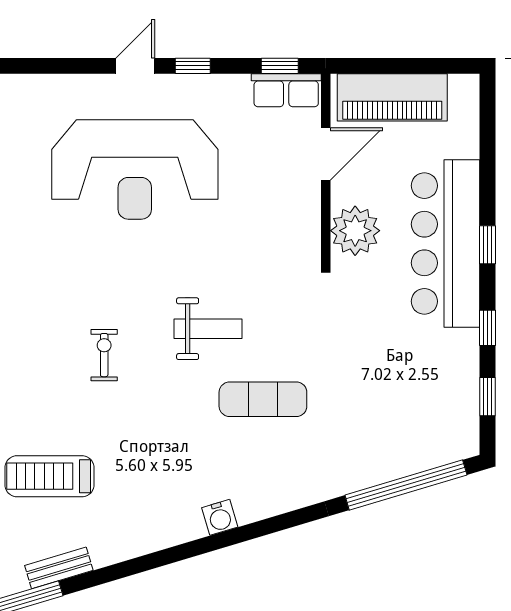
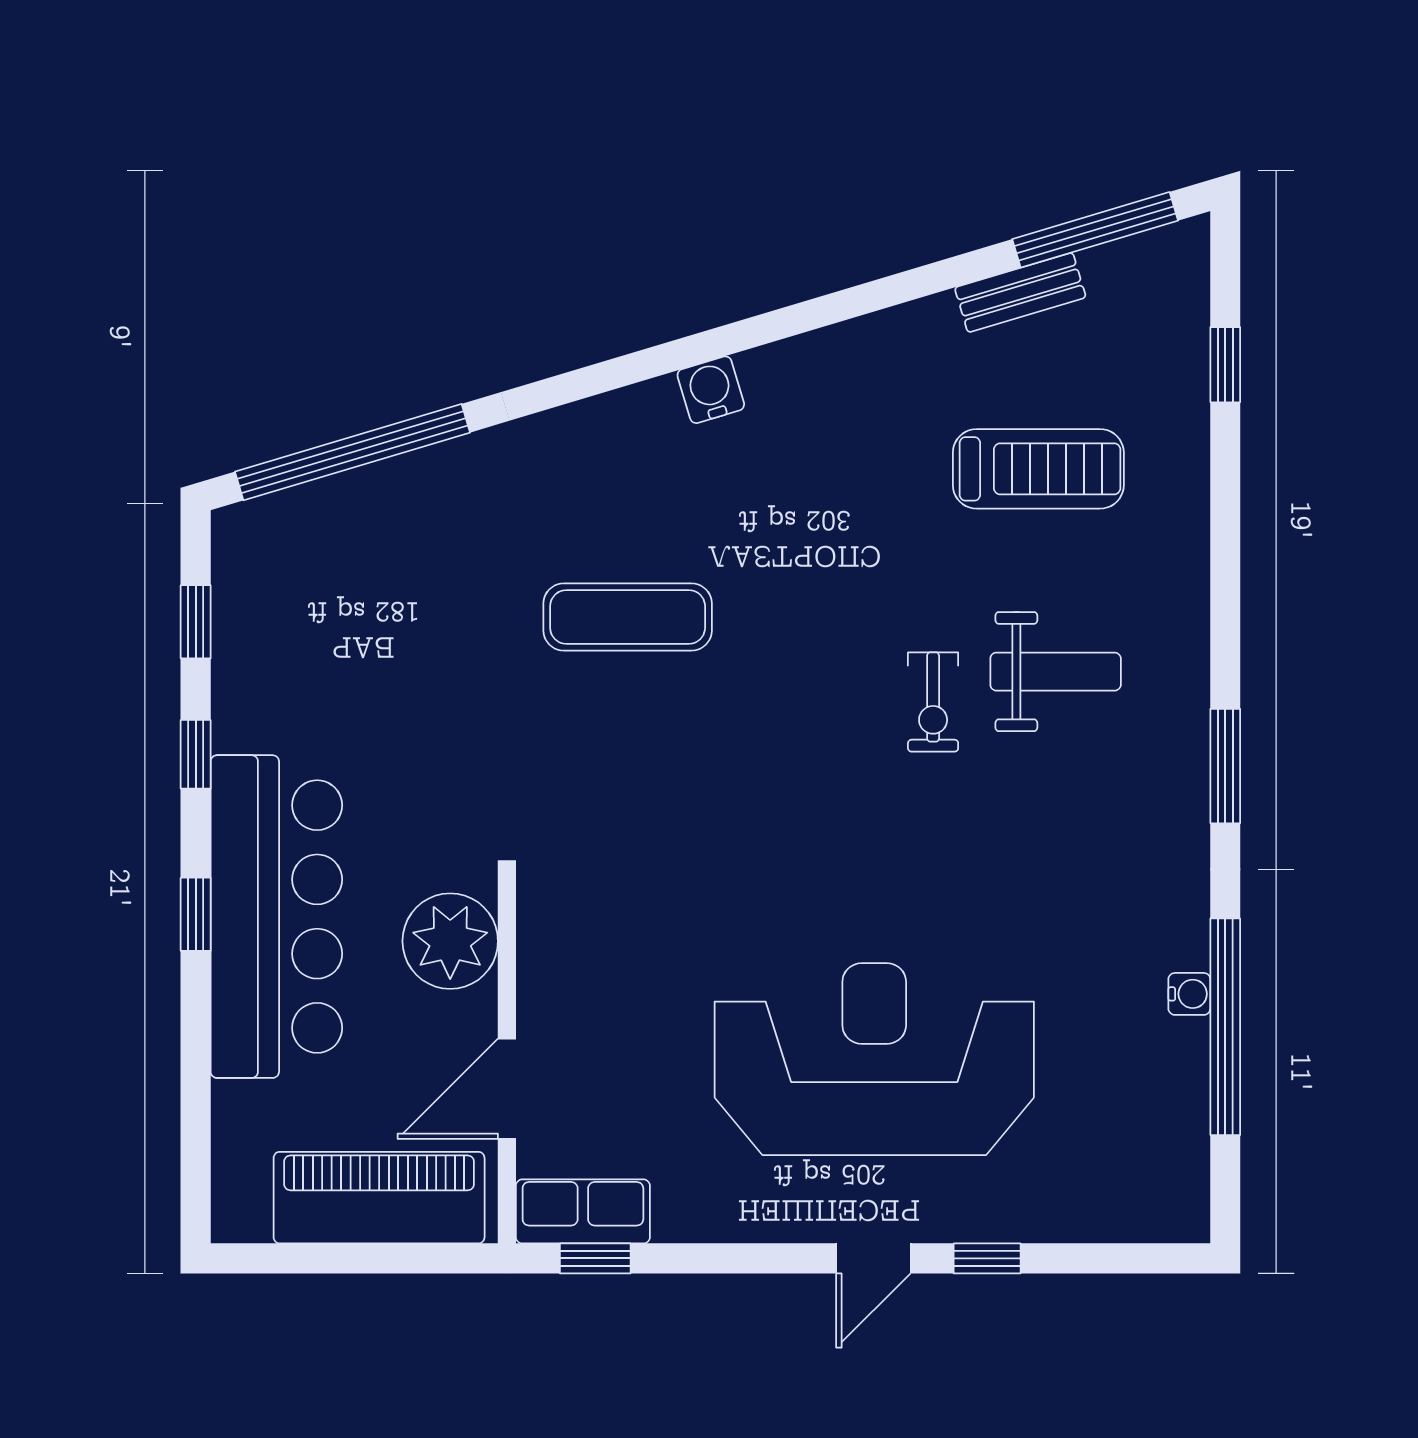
window: (193, 66) -> (987, 1258), moved
weight bench: (208, 329) -> (1056, 672), moved, turned 180

